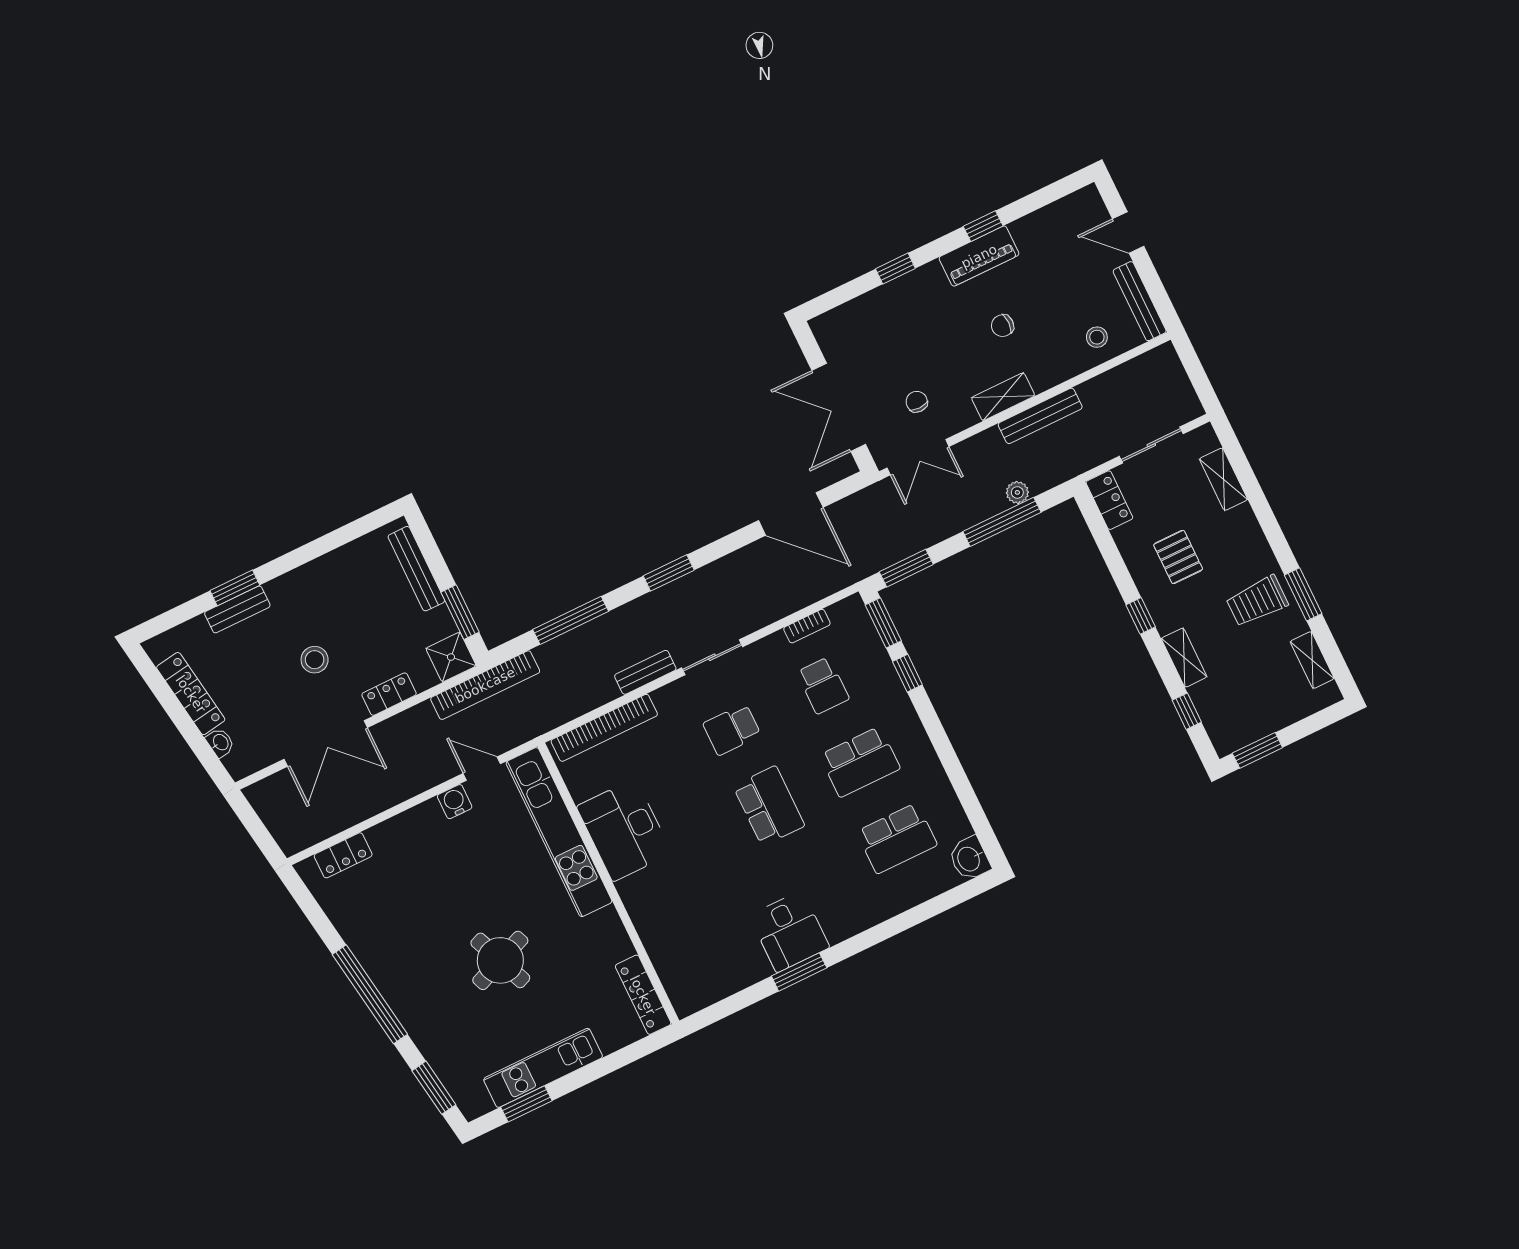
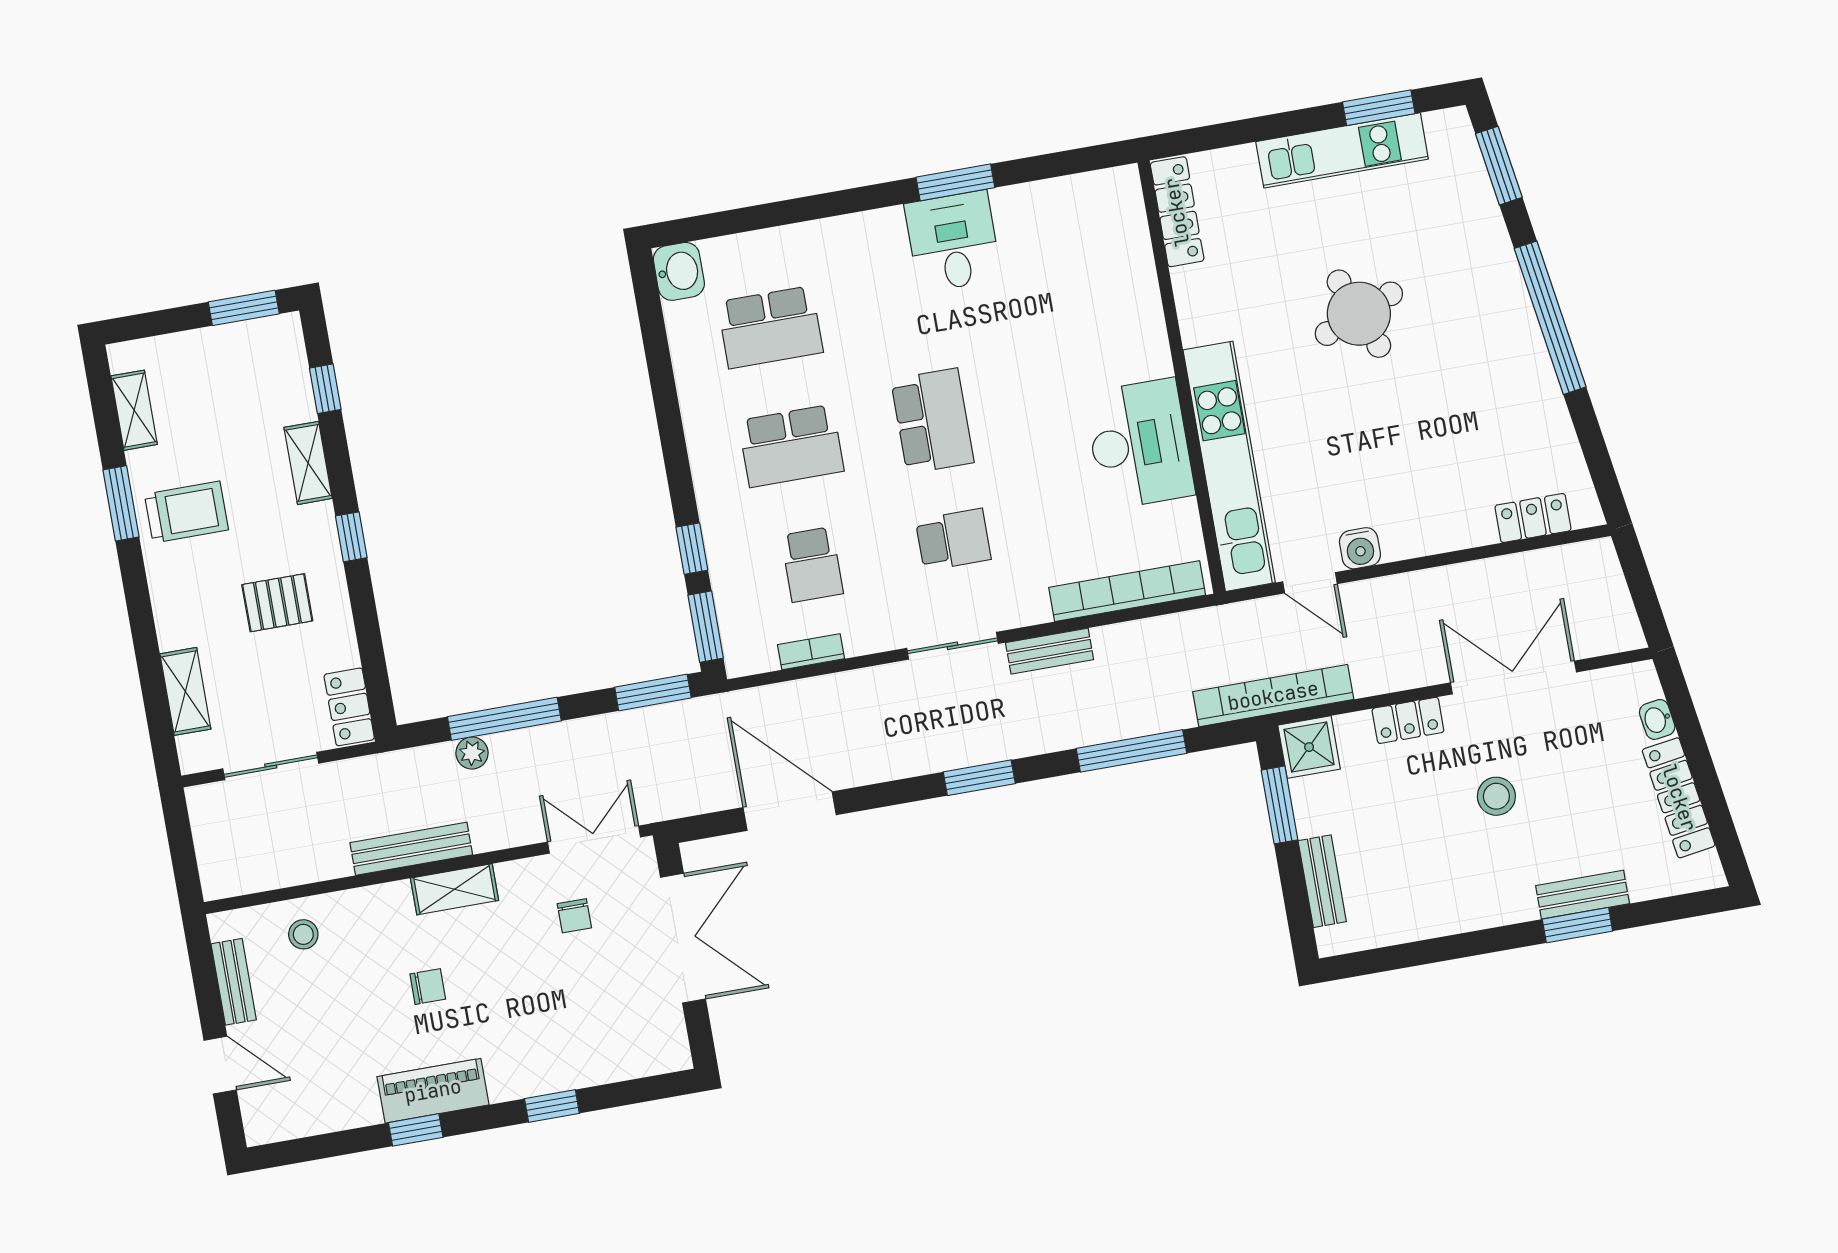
bench: (1140, 301) -> (234, 982), width x0.73
pallet: (1178, 557) -> (277, 603), turned 90
bench: (416, 569) -> (1322, 881), width x0.73
school desk: (823, 685) -> (812, 565), turned 180
school desk: (860, 762) -> (791, 446), turned 180
school desk: (769, 806) -> (932, 421), turned 180
school desk: (897, 838) -> (770, 327), turned 180

